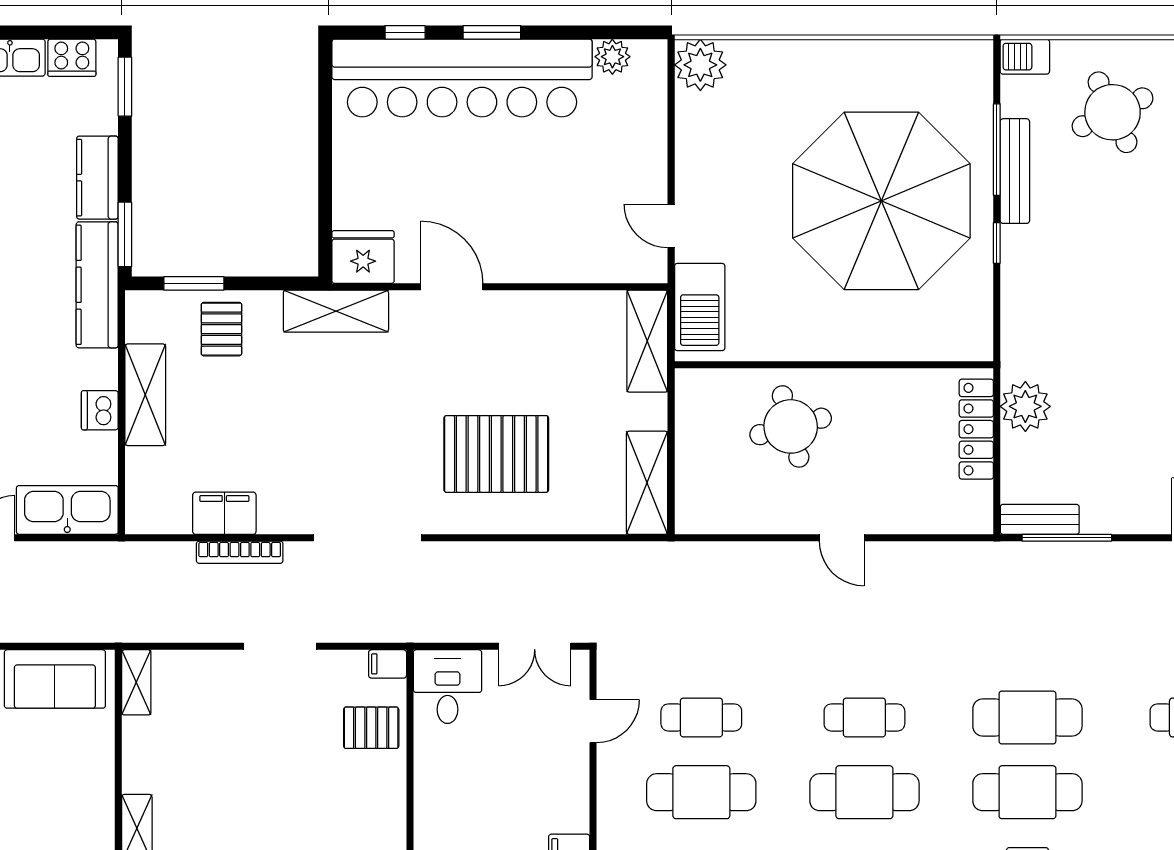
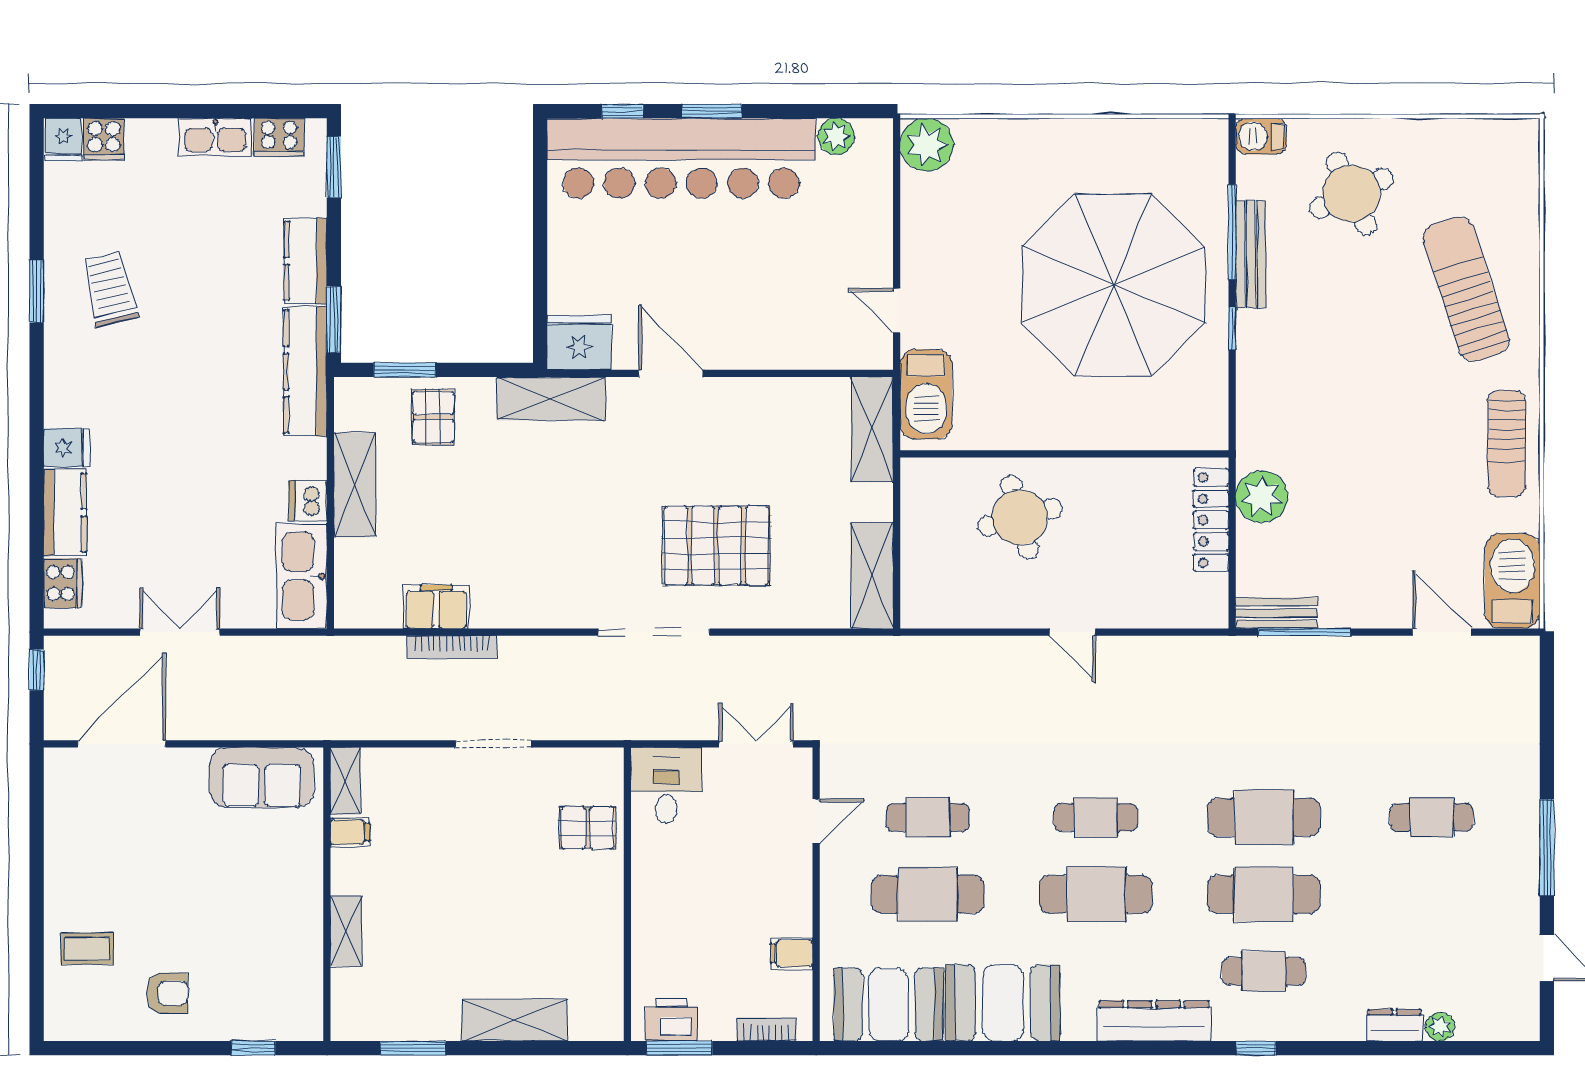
kitchen sink: (67, 510) -> (302, 576), moved, turned -90
doorway: (367, 538) -> (654, 632), moved
double door: (535, 646) -> (756, 744), swing flipped
filing cabinet: (388, 664) -> (350, 832), moved, turned 180

